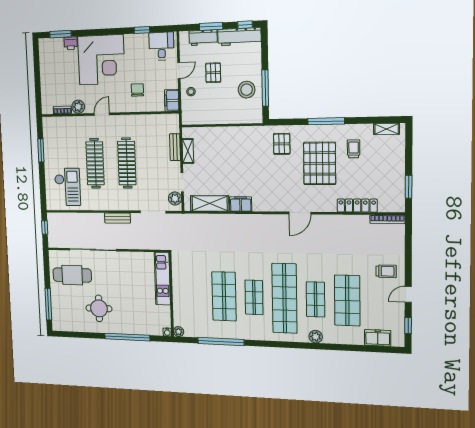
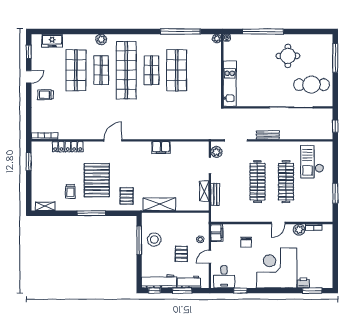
shelving: (210, 203) -> (159, 204), moved

